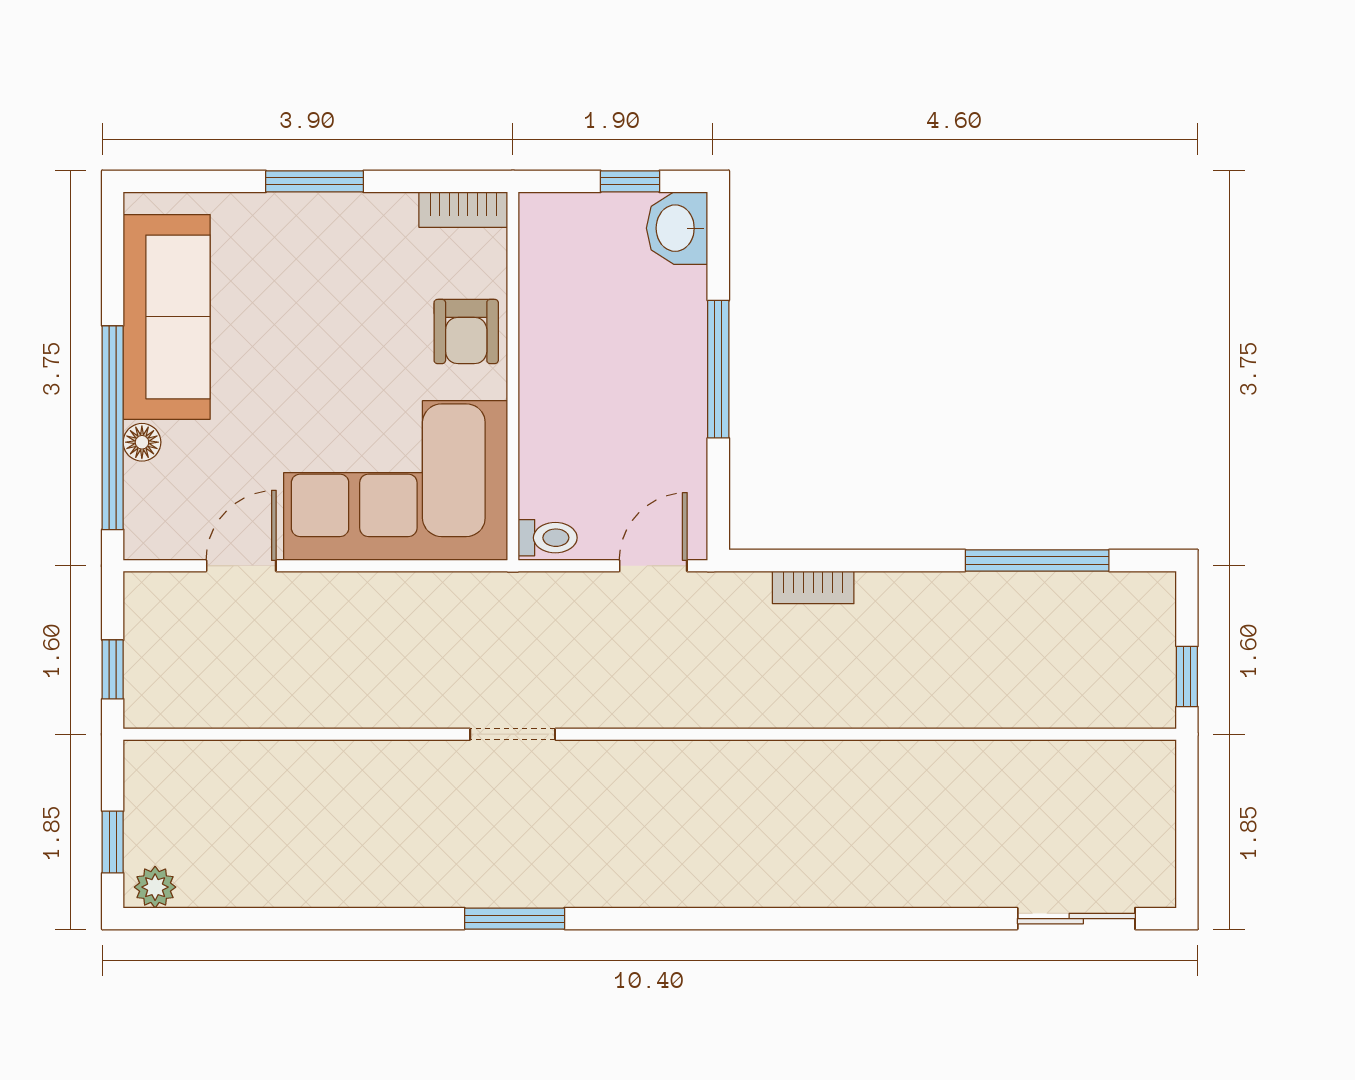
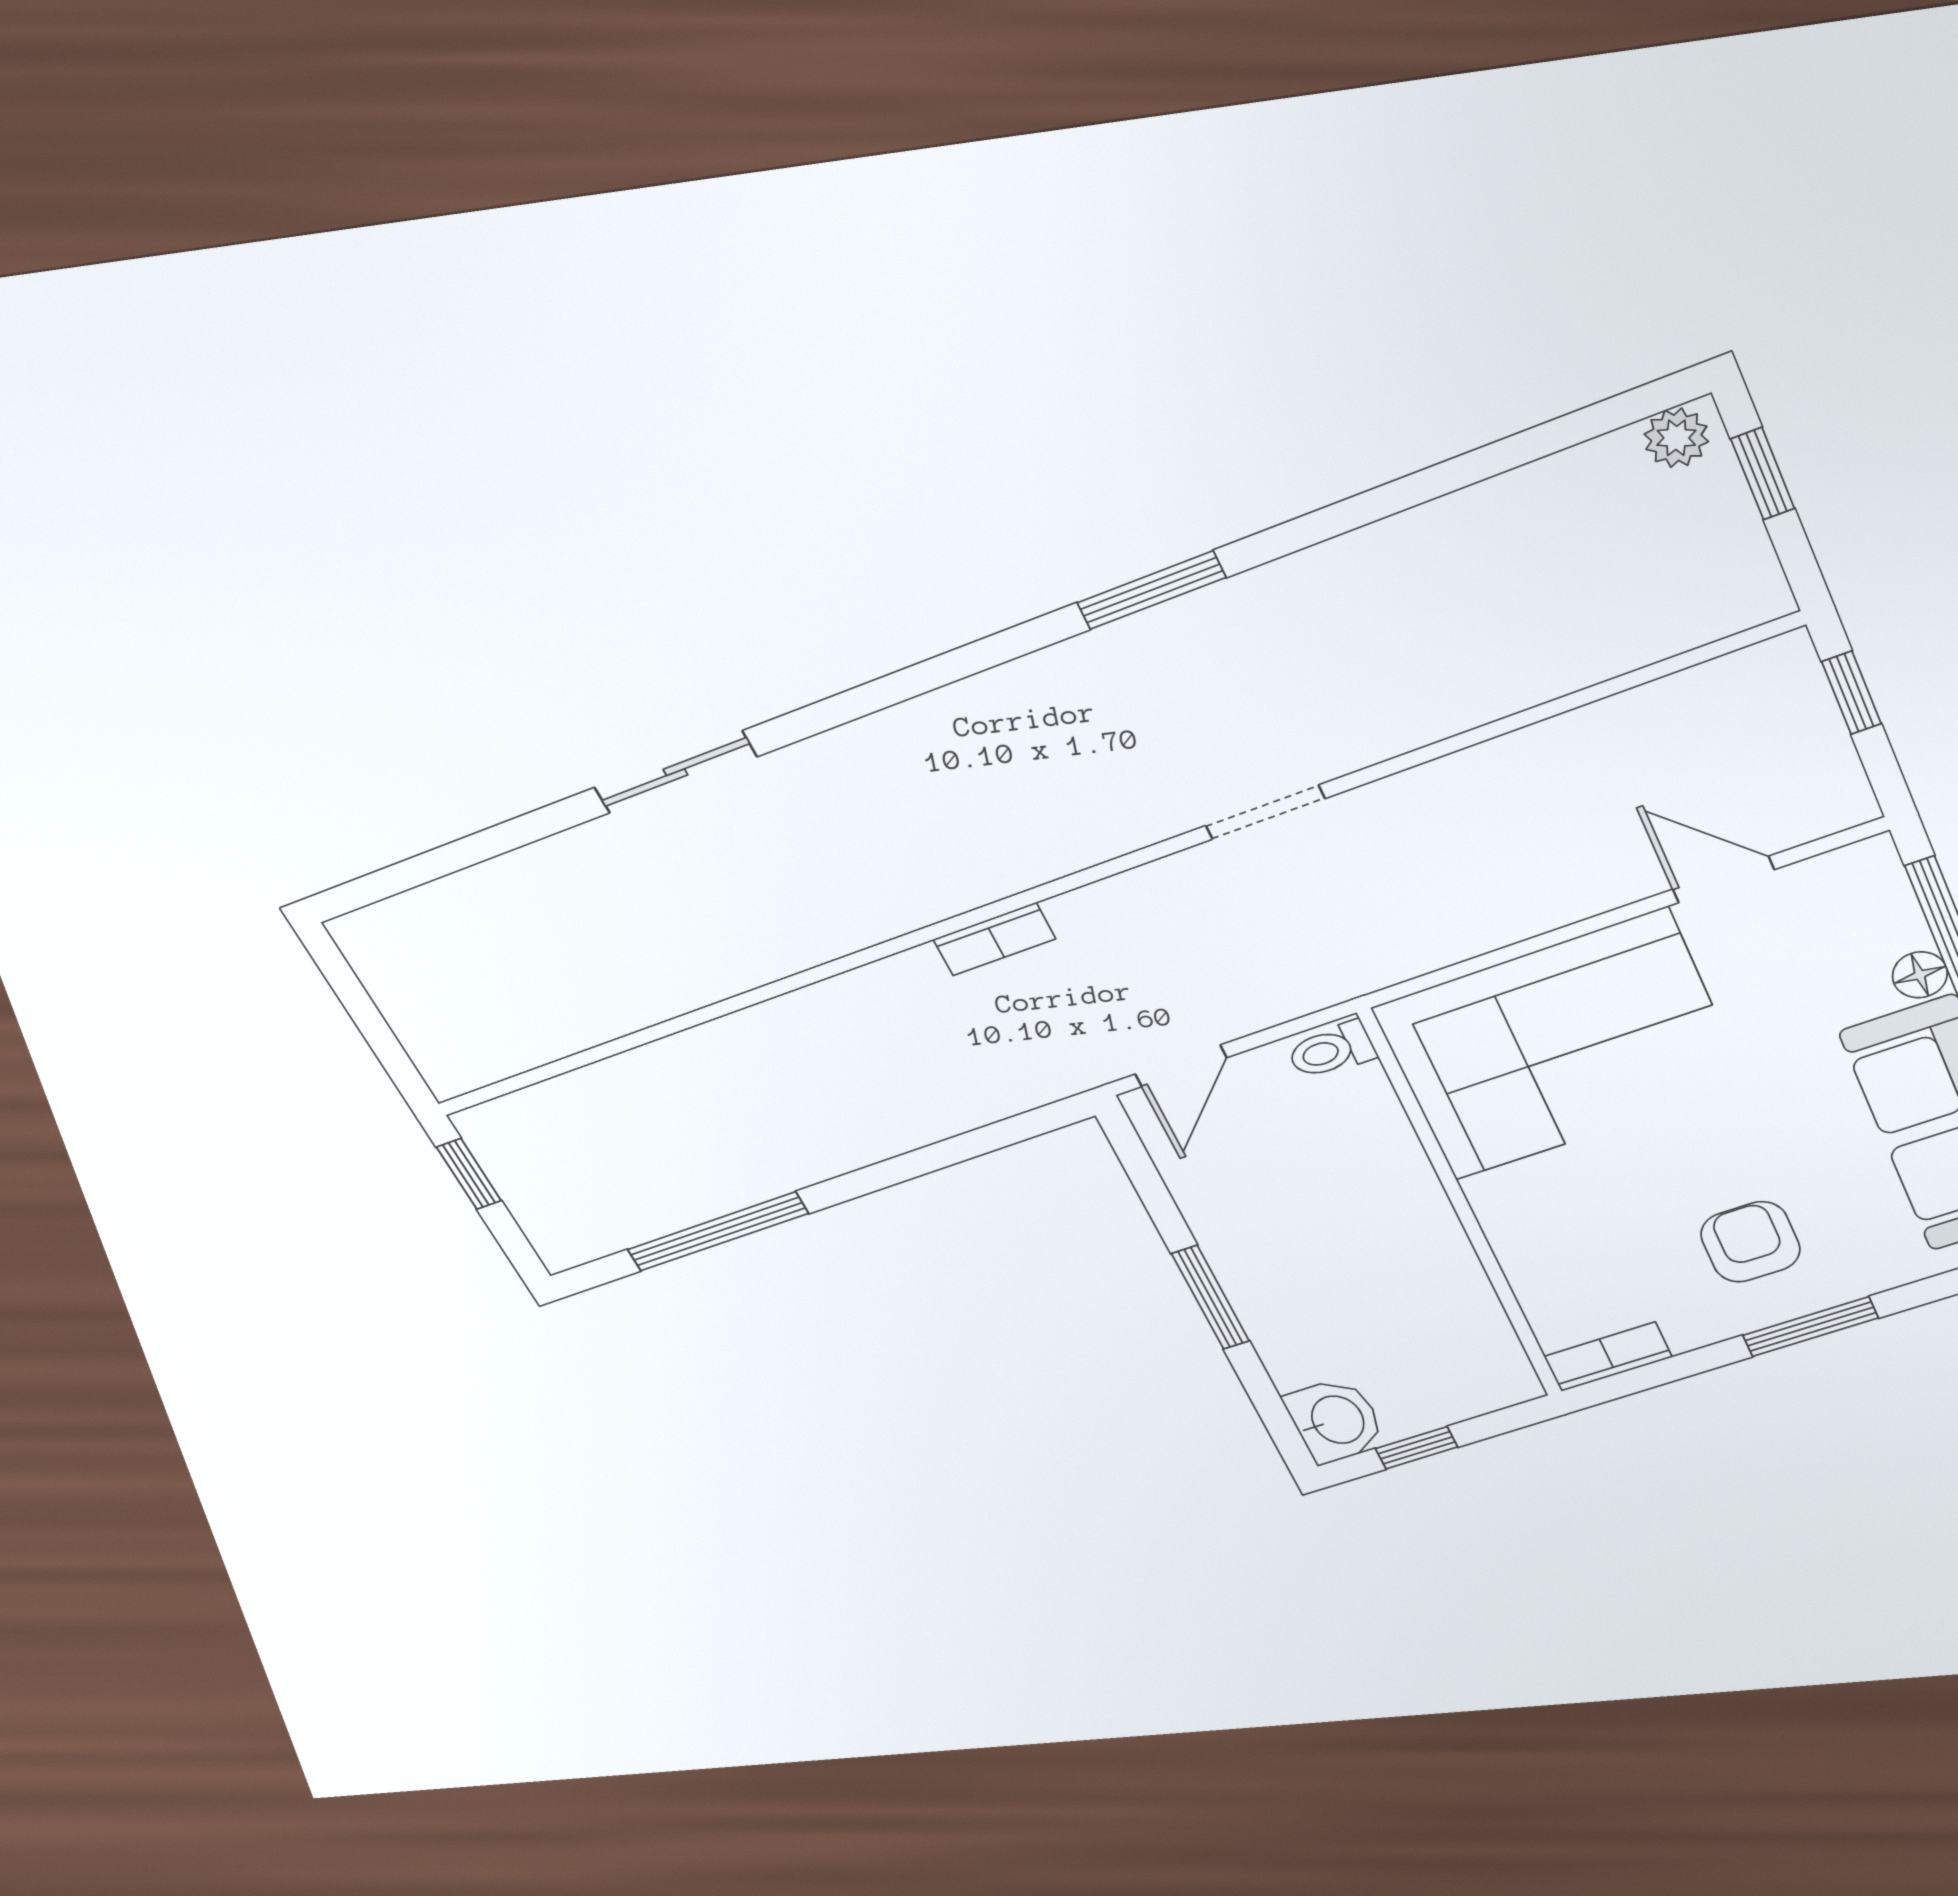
armchair: (466, 331) -> (1750, 1242), moved
window: (718, 369) -> (1210, 1297), width x0.69
door: (241, 566) -> (1723, 879), swing flipped
bookcase: (813, 587) -> (994, 939), moved, turned 180
sliding door: (1076, 919) -> (675, 772), moved

